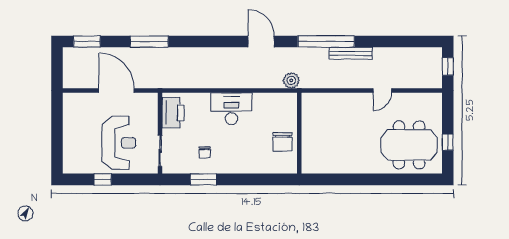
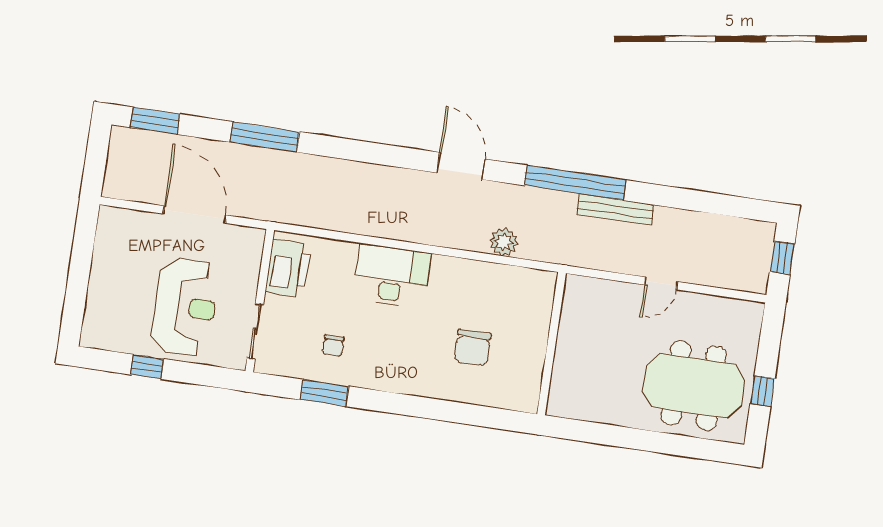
wall: (299, 133) -> (552, 344), moved

